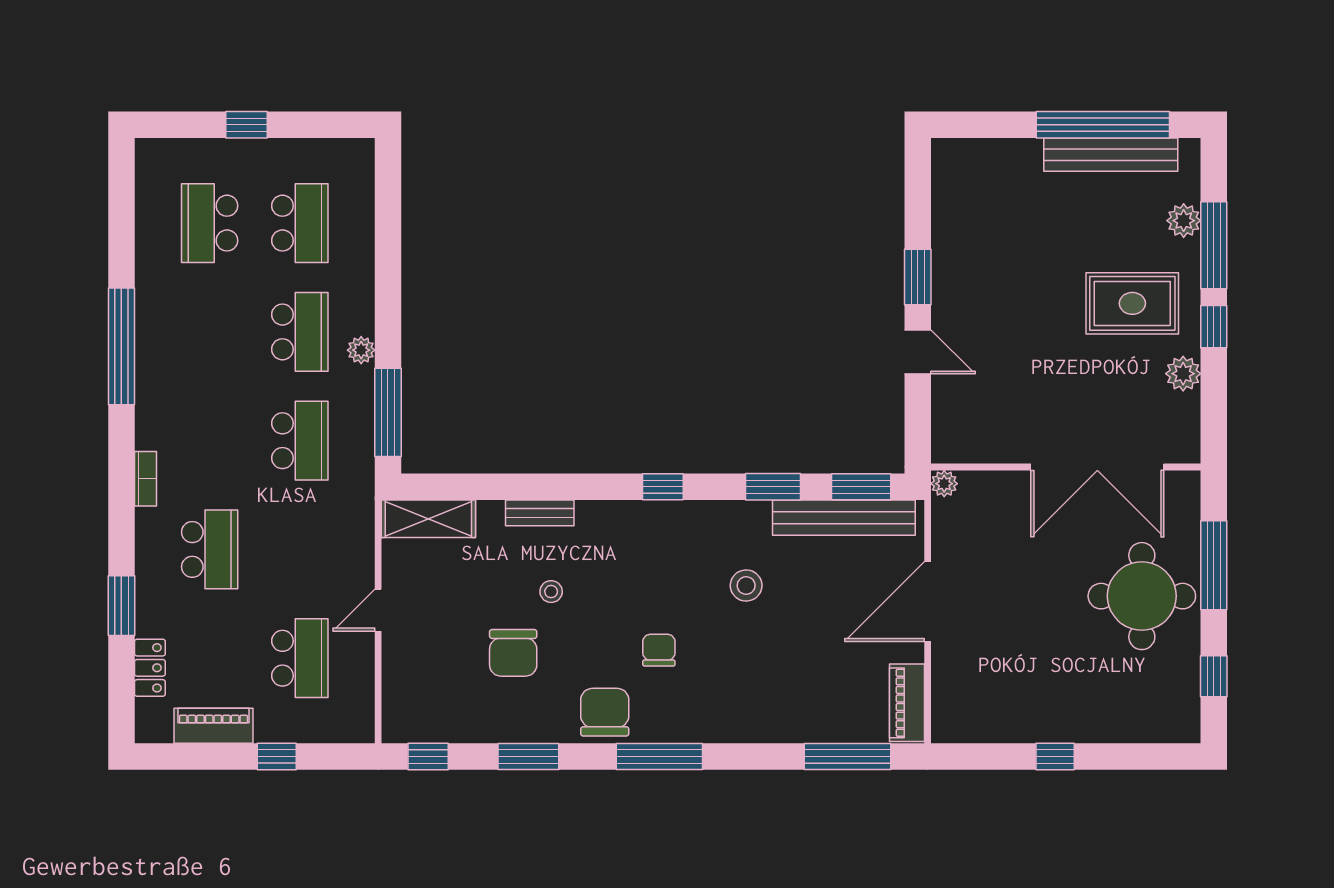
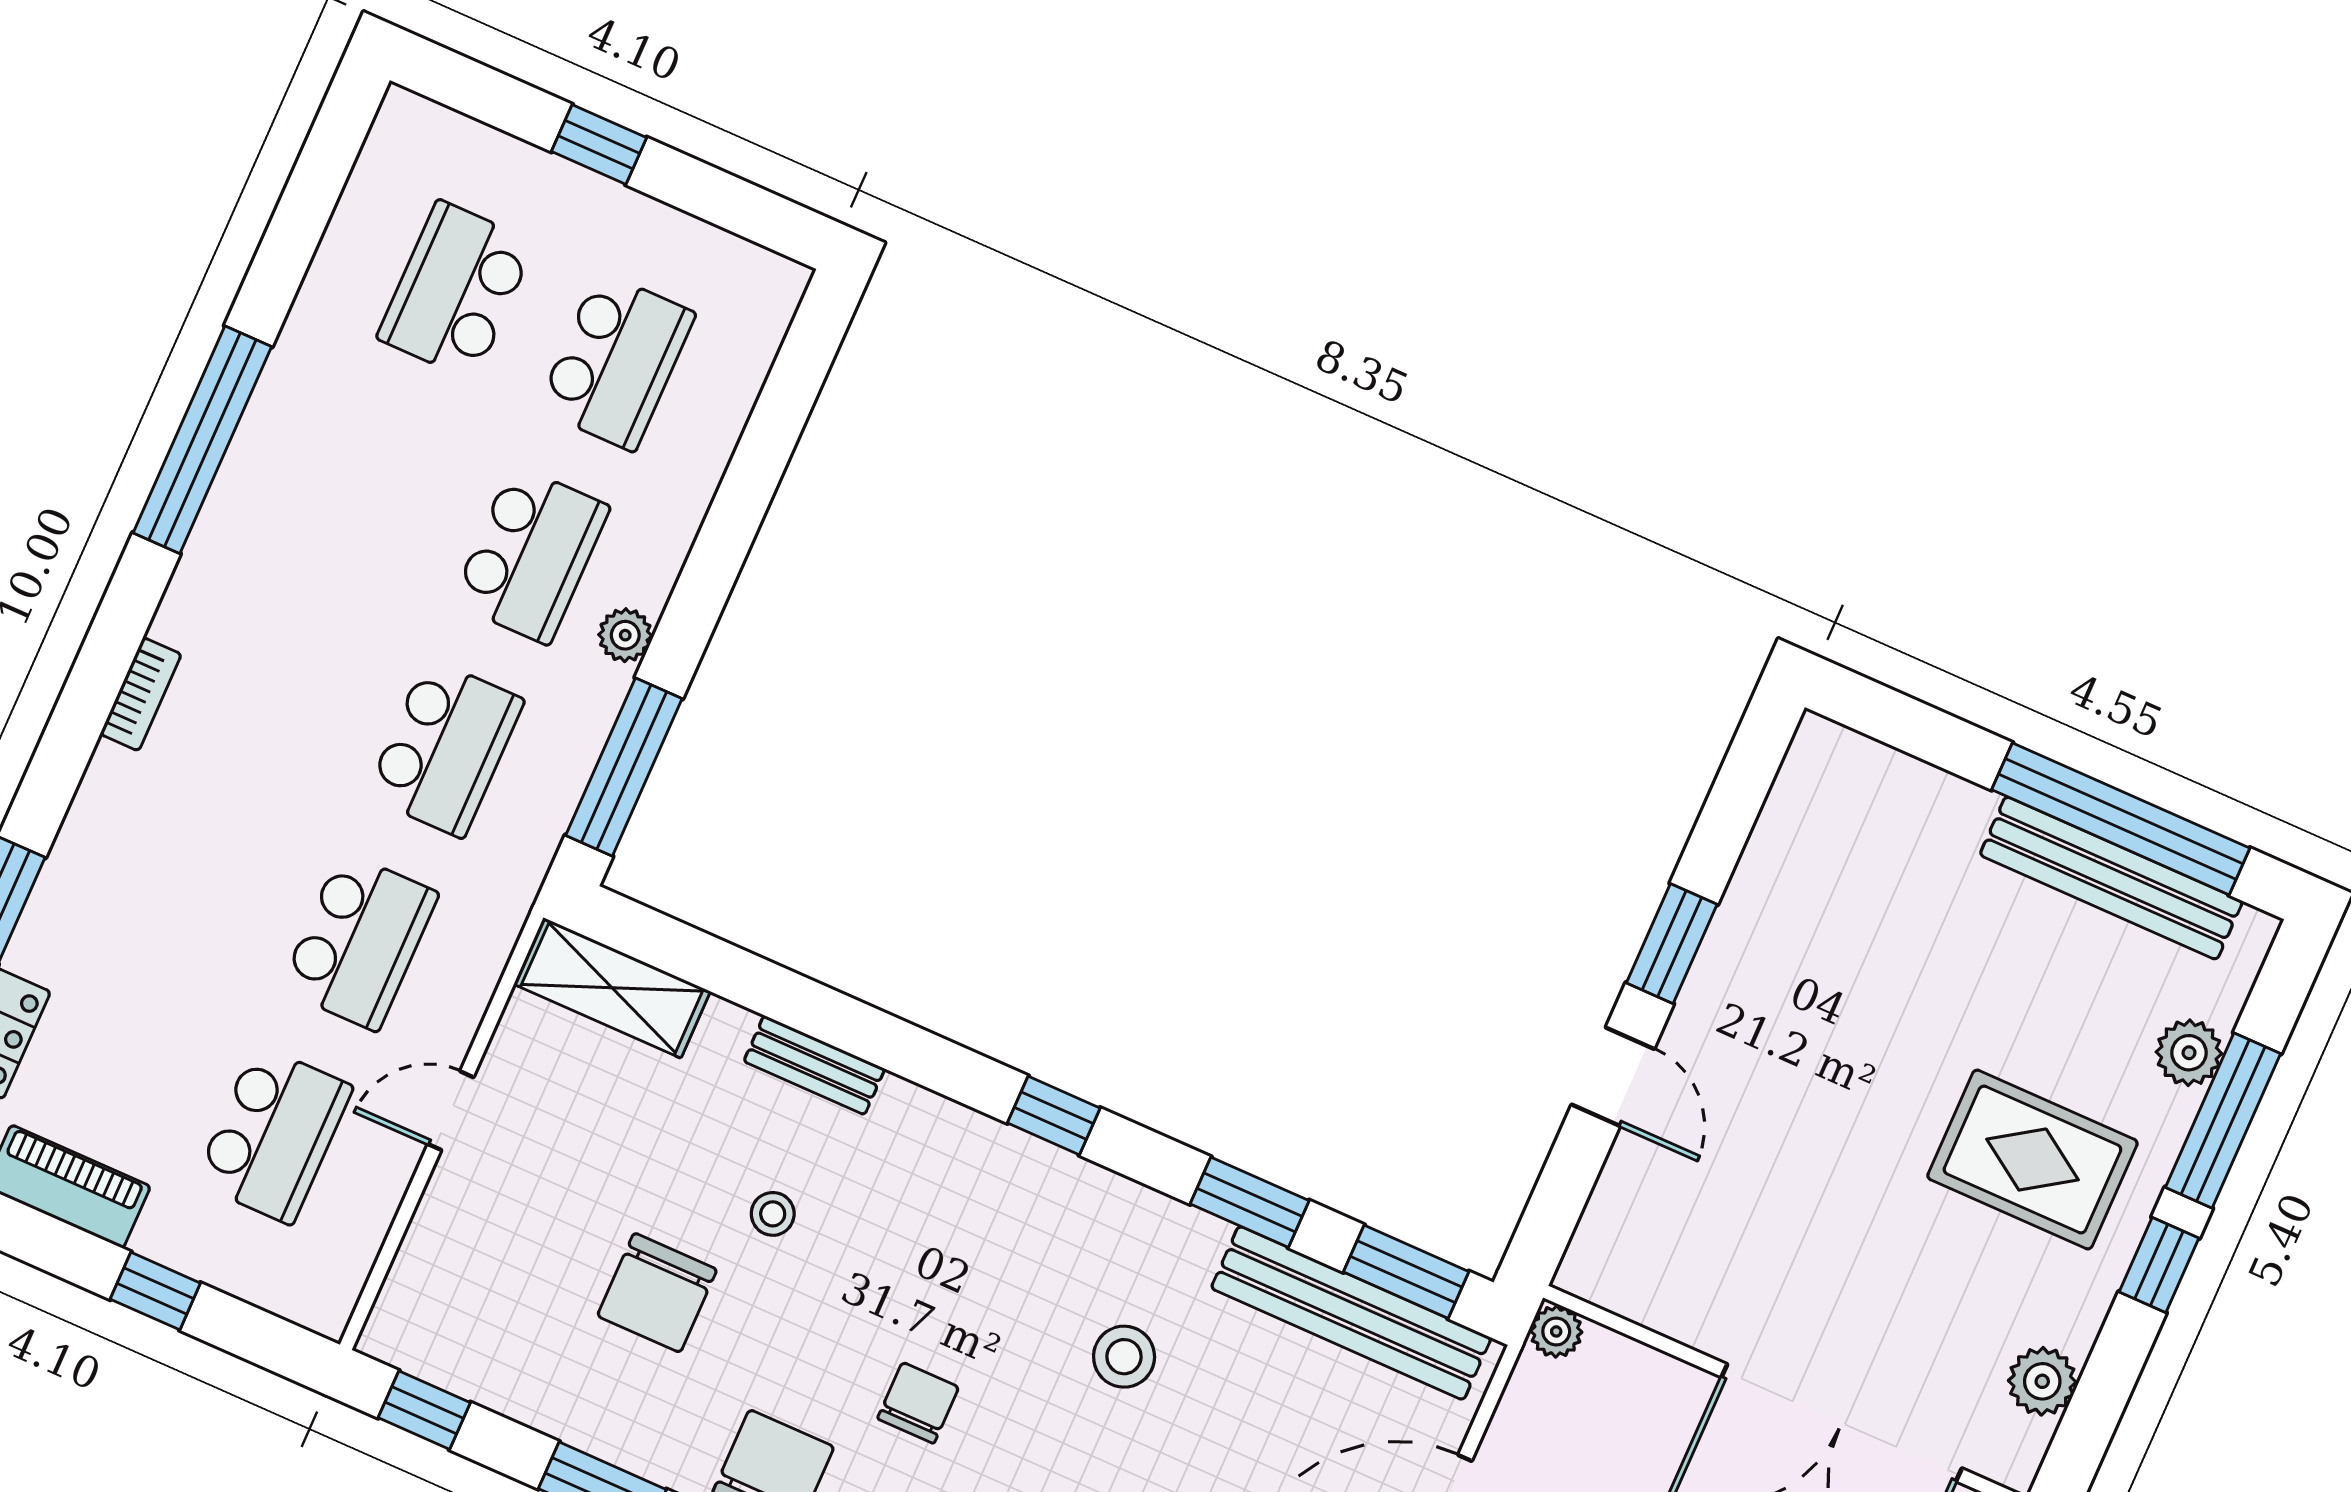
plant: (1183, 374) -> (2042, 1381), moved
school desk: (210, 549) -> (359, 941), moved

